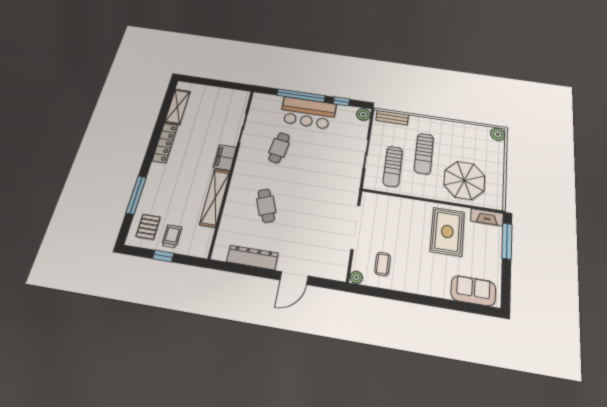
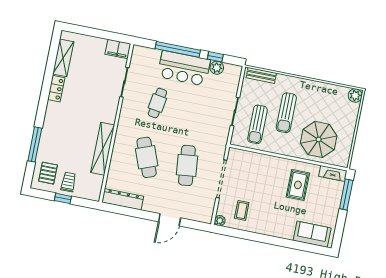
plant: (363, 114) -> (217, 68), moved
locker: (165, 143) -> (56, 89), width x0.66
filing cabinet: (225, 157) -> (118, 49), moved, turned -90
cafe table: (266, 206) -> (147, 157), width x1.37, depth x1.35
cafe table: (314, 213) -> (187, 165), added
rug: (447, 232) -> (298, 185), width x0.73, depth x0.70
dresser: (252, 257) -> (123, 199), moved

